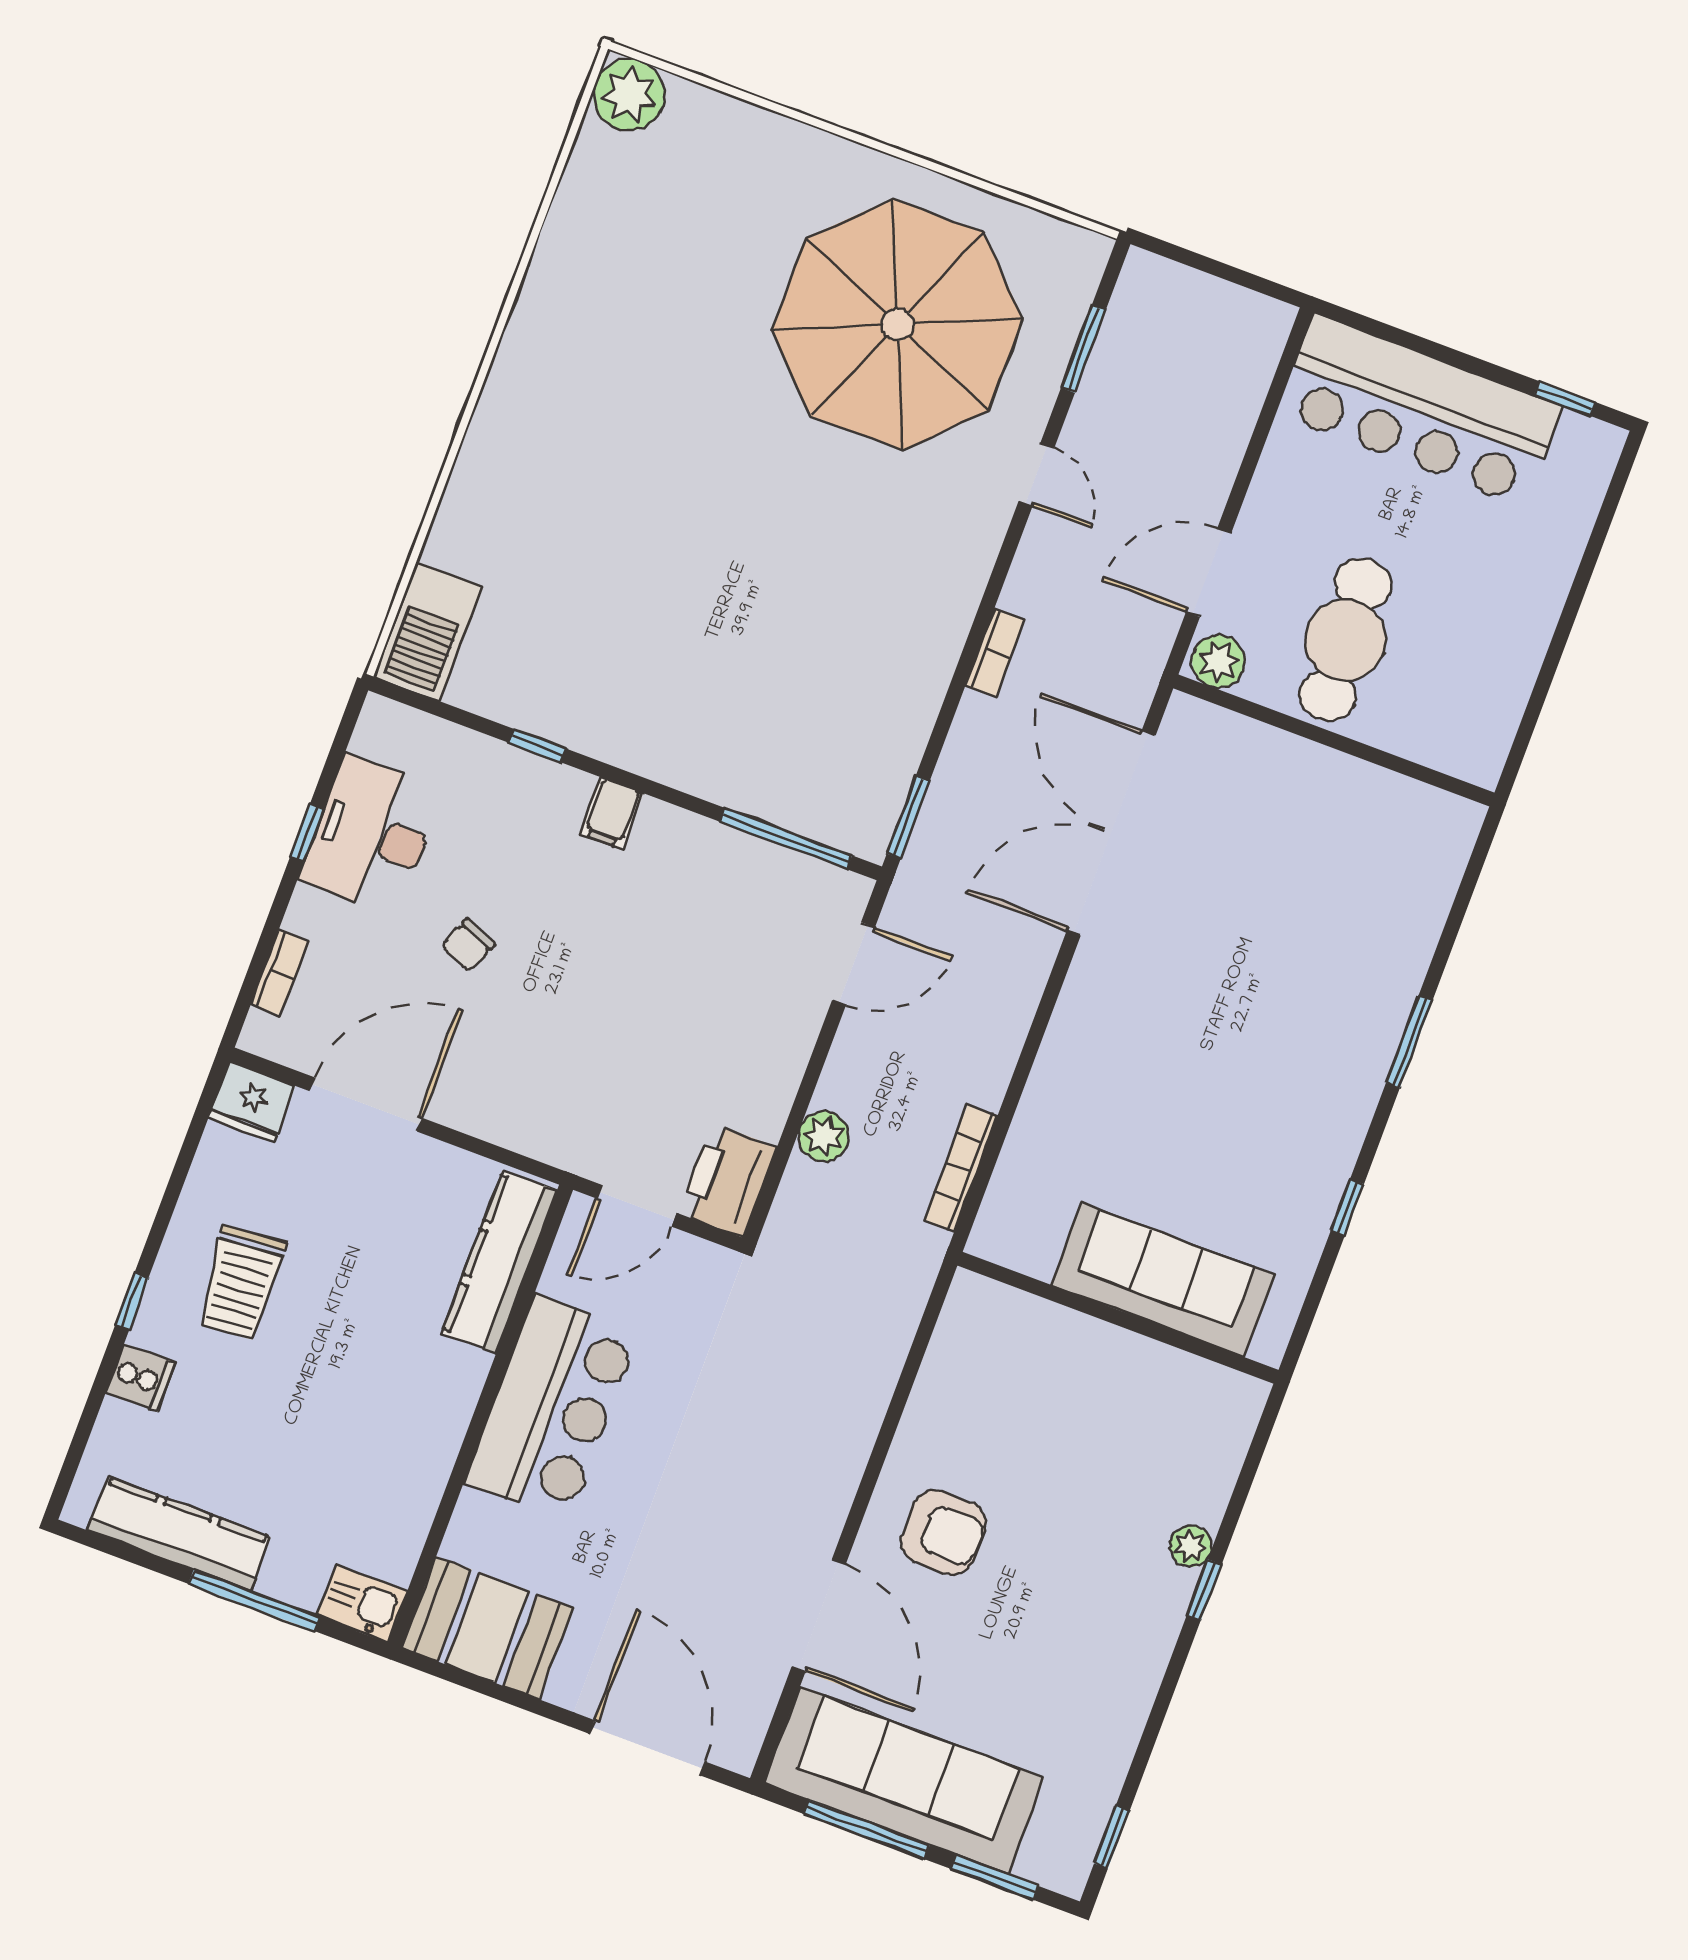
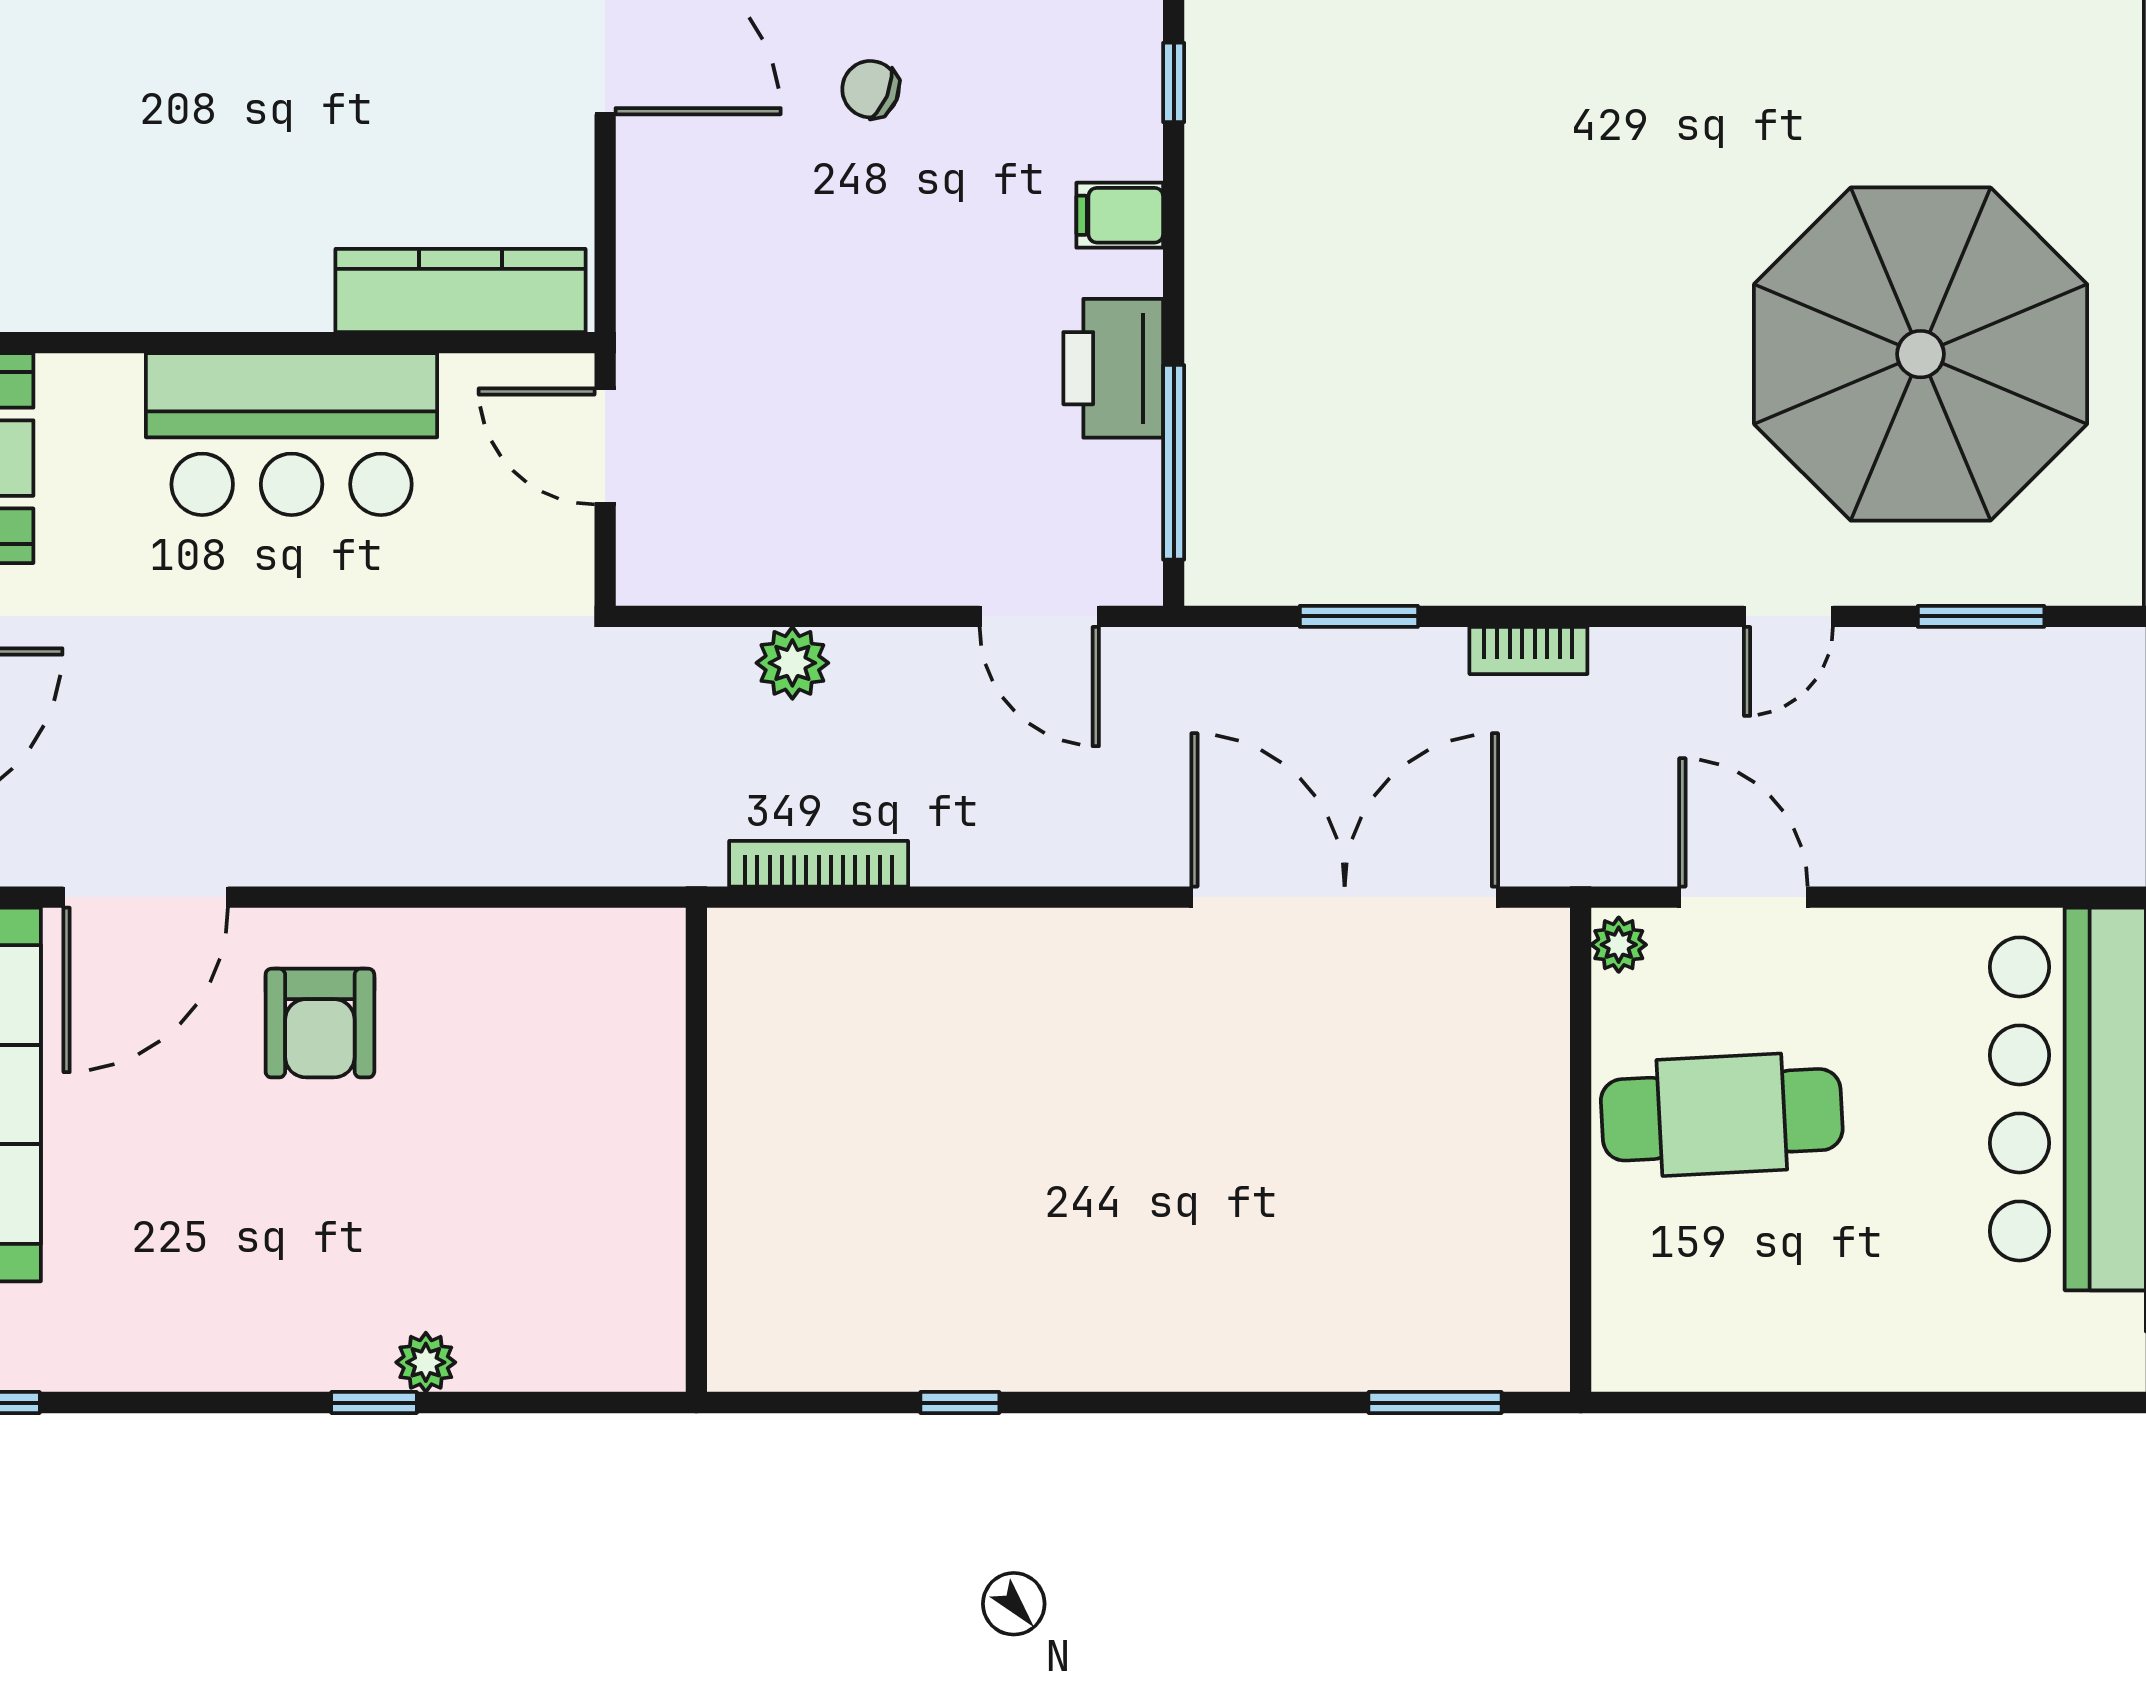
plant: (1218, 661) -> (1619, 945), width x0.73, depth x0.73
window: (908, 818) -> (1359, 616), moved
window: (1409, 1042) -> (1435, 1403), moved
printer: (728, 1180) -> (1113, 368), moved, turned -90
sofa: (1162, 1280) -> (770, 1190), removed

